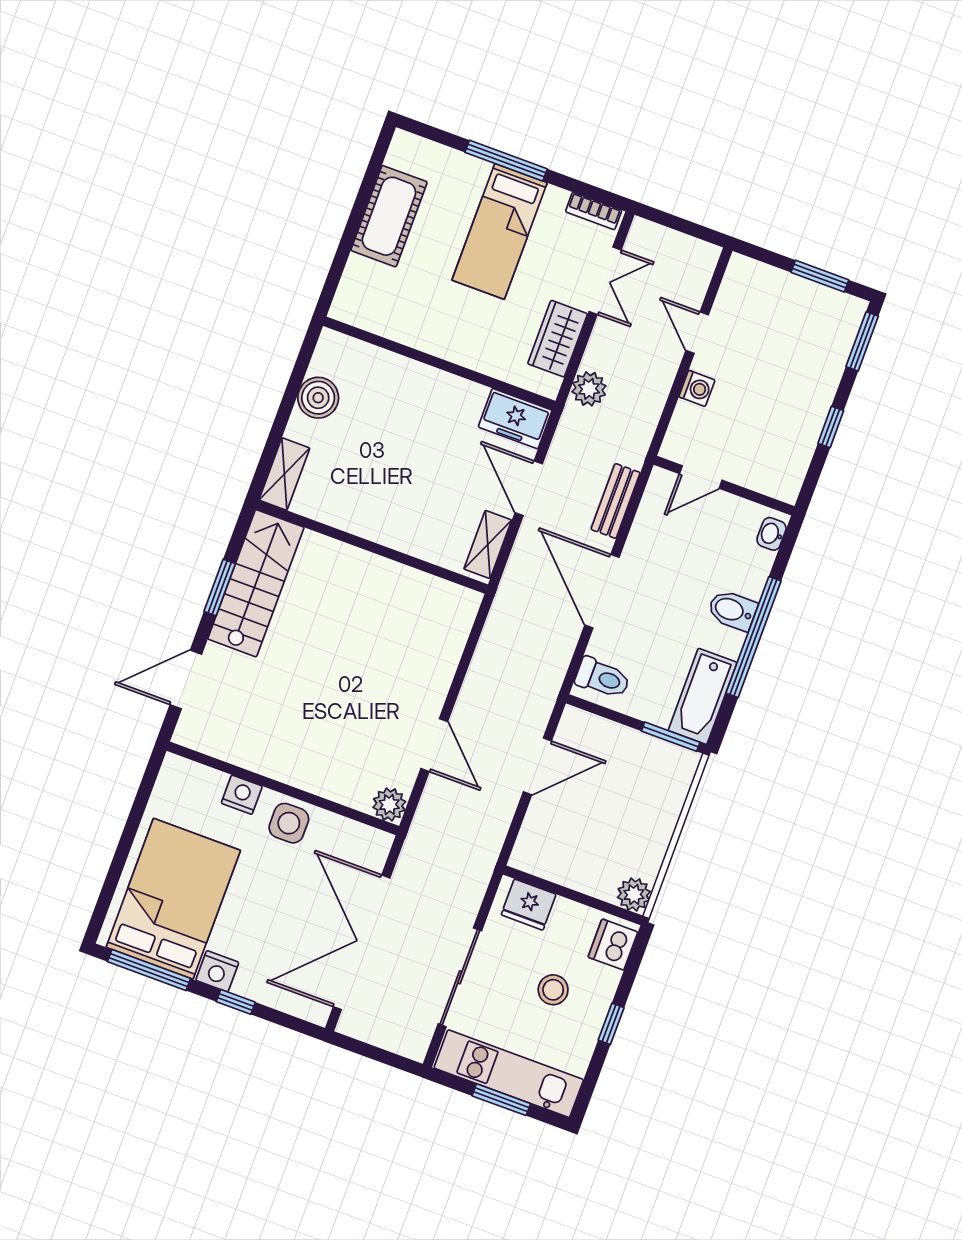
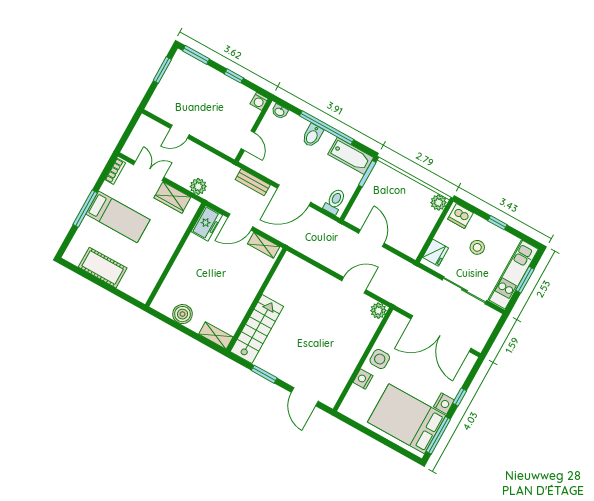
washing machine: (697, 388) -> (259, 101), moved, turned 180
stairs: (256, 583) -> (257, 329), moved, turned 90

